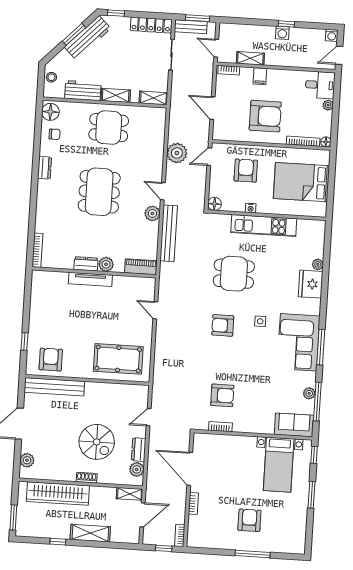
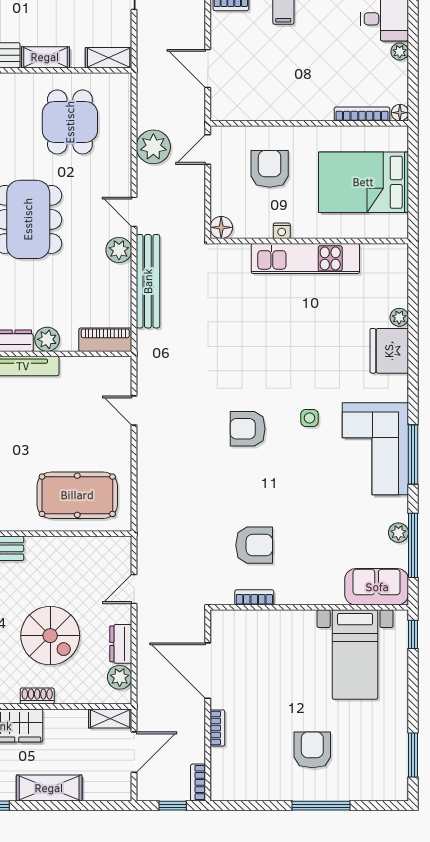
armchair: (265, 116) -> (296, 76), removed
dining table: (109, 128) -> (70, 122), moved, turned 90
dining table: (234, 274) -> (261, 342), removed
window: (312, 495) -> (413, 755), moved

